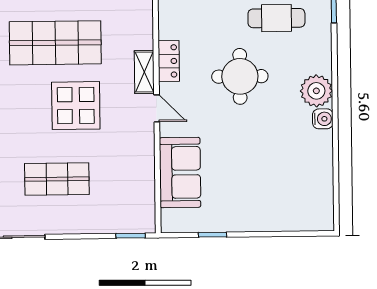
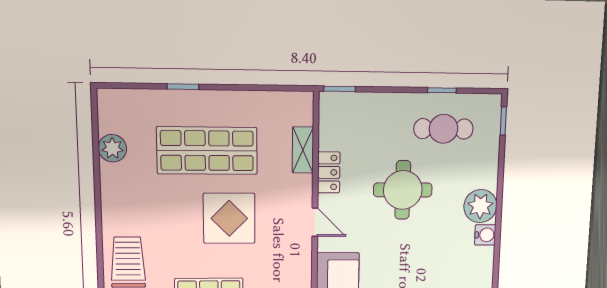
shelving: (144, 72) -> (303, 150), moved

